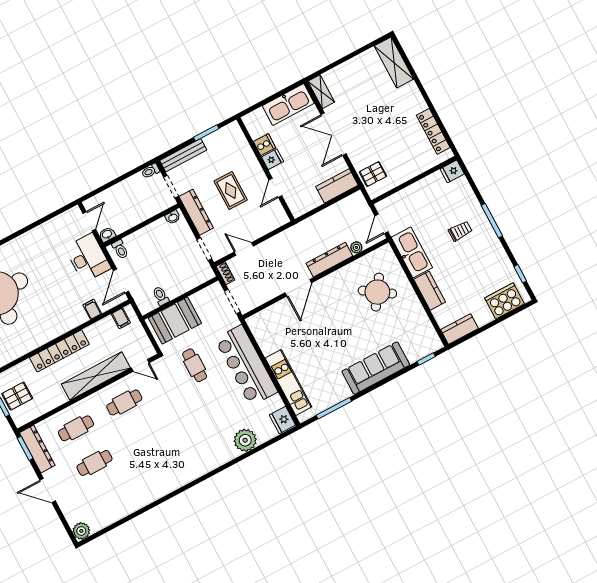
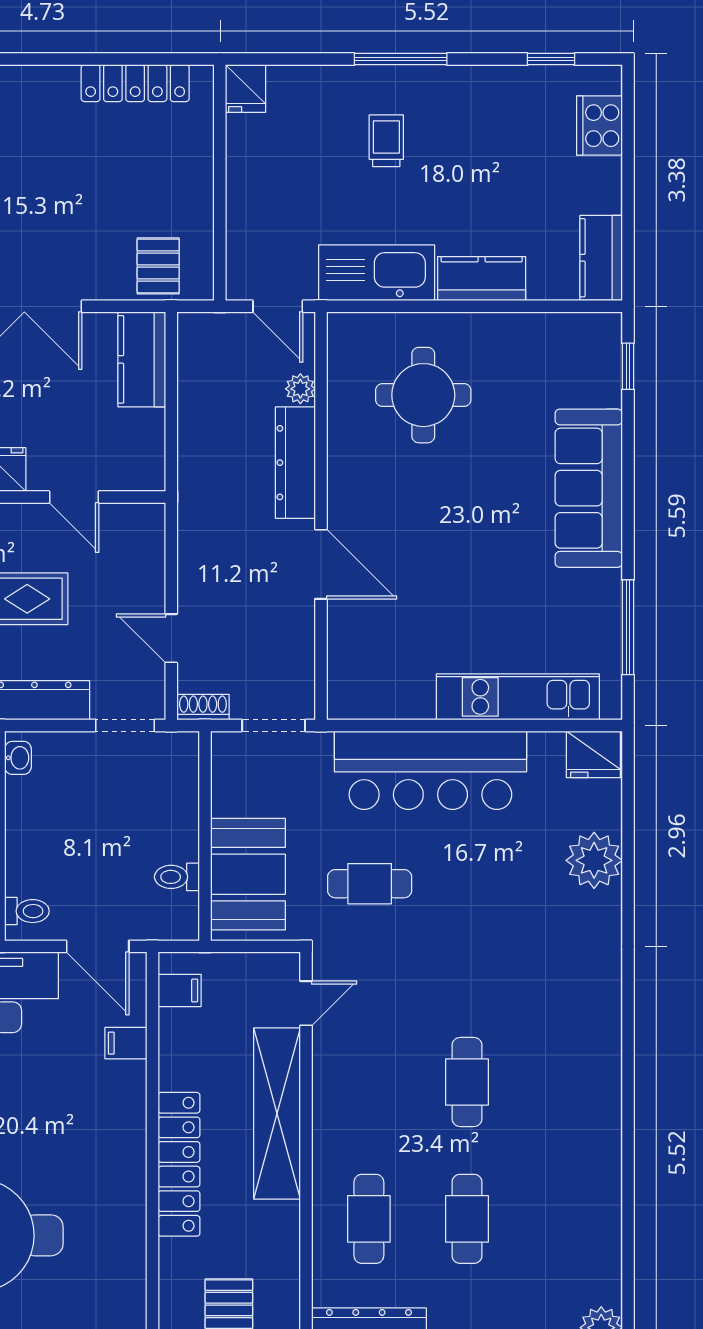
door: (244, 249) -> (171, 638), hinge flipped
round table: (377, 292) -> (423, 395), turned -34
cooker: (504, 301) -> (599, 126), width x0.73, depth x0.76
cafe table: (124, 402) -> (467, 1082), moved

